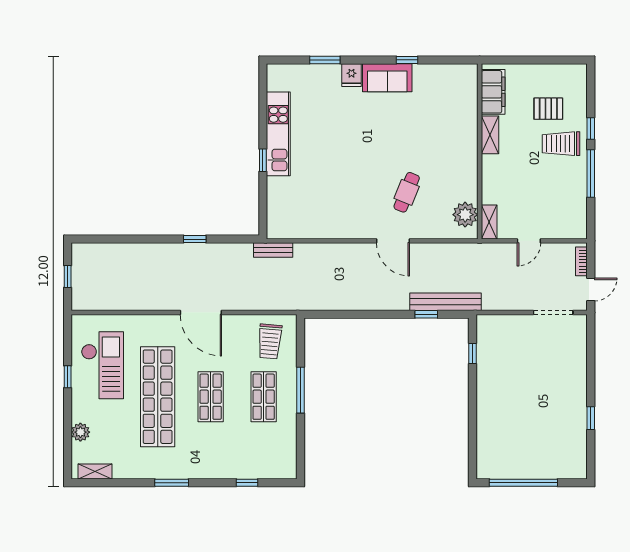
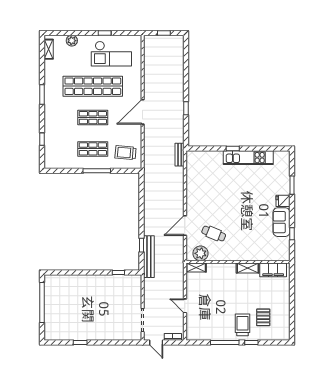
filing cabinet: (493, 92) -> (273, 270), moved
shelving: (490, 135) -> (248, 268), moved
wall: (480, 151) -> (238, 262), moved
plant: (465, 215) -> (201, 253), moved
shelving: (489, 222) -> (196, 268), moved

